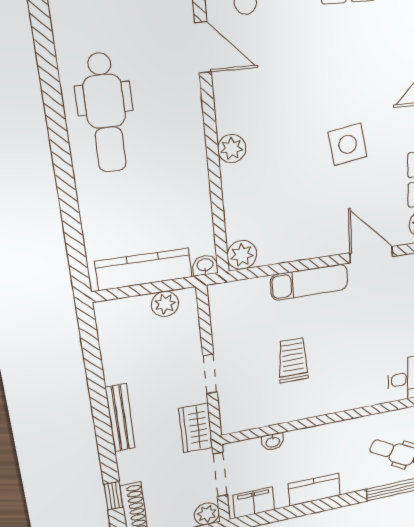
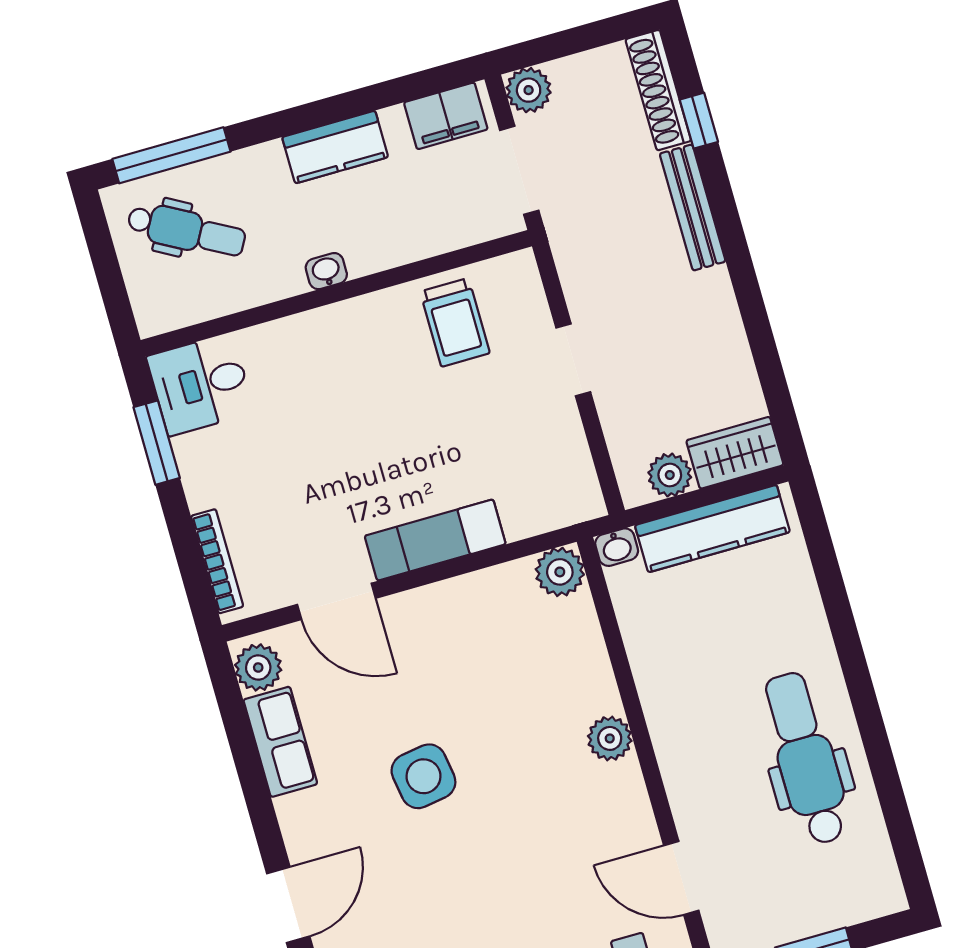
trolley: (293, 360) -> (455, 322), moved
bench: (120, 418) -> (693, 208), moved
wardrobe: (196, 428) -> (735, 453), moved, turned -90
washbasin: (273, 442) -> (326, 271), moved

